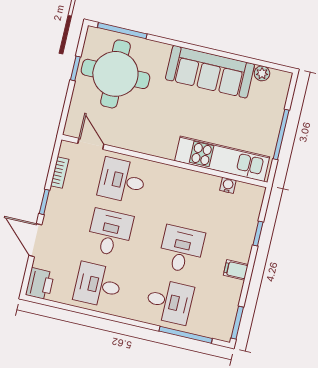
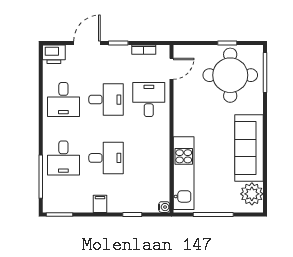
plant: (262, 73) -> (252, 194), width x1.88, depth x1.88
water cooler: (228, 185) -> (164, 207), moved
desk: (98, 285) -> (63, 100), turned 180

